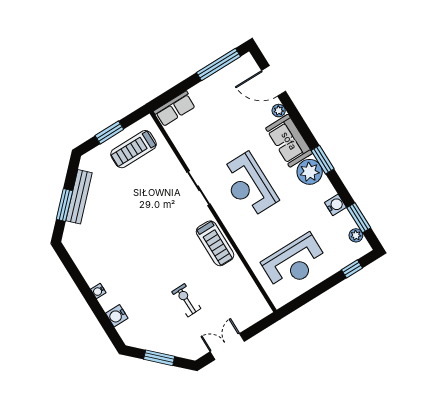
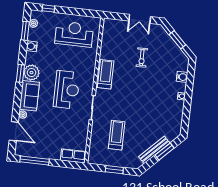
treadmill: (133, 149) -> (117, 135), moved, turned -90

